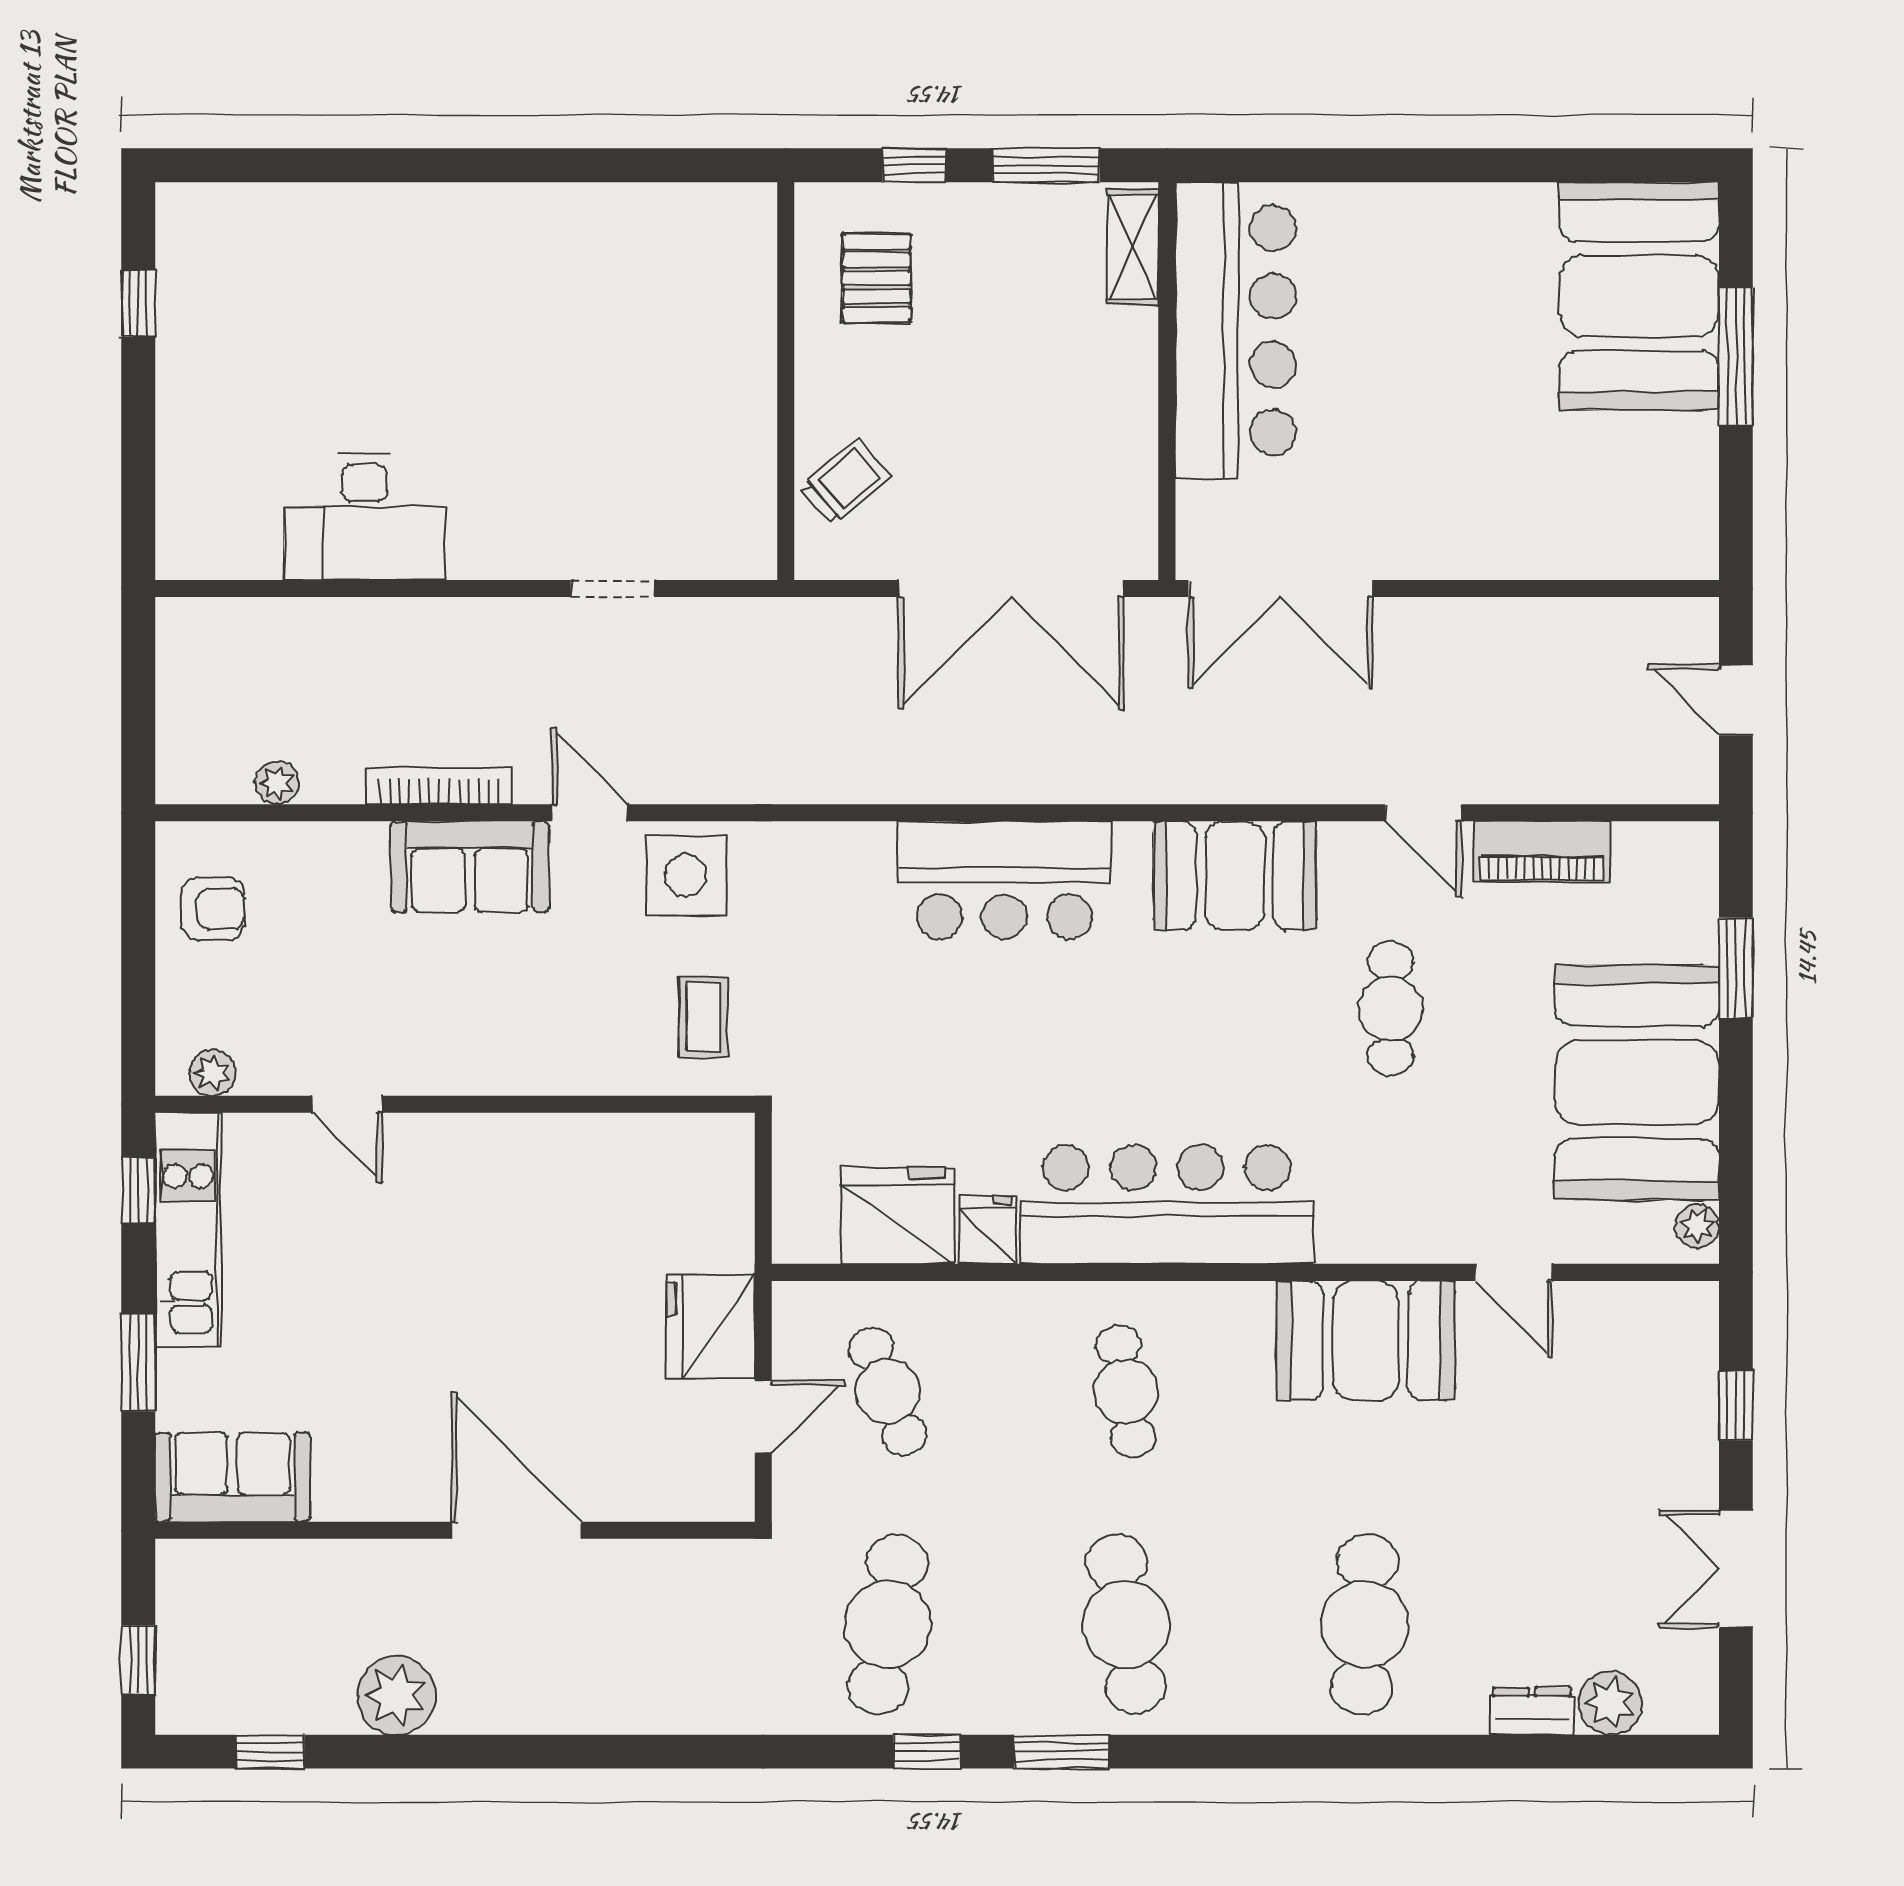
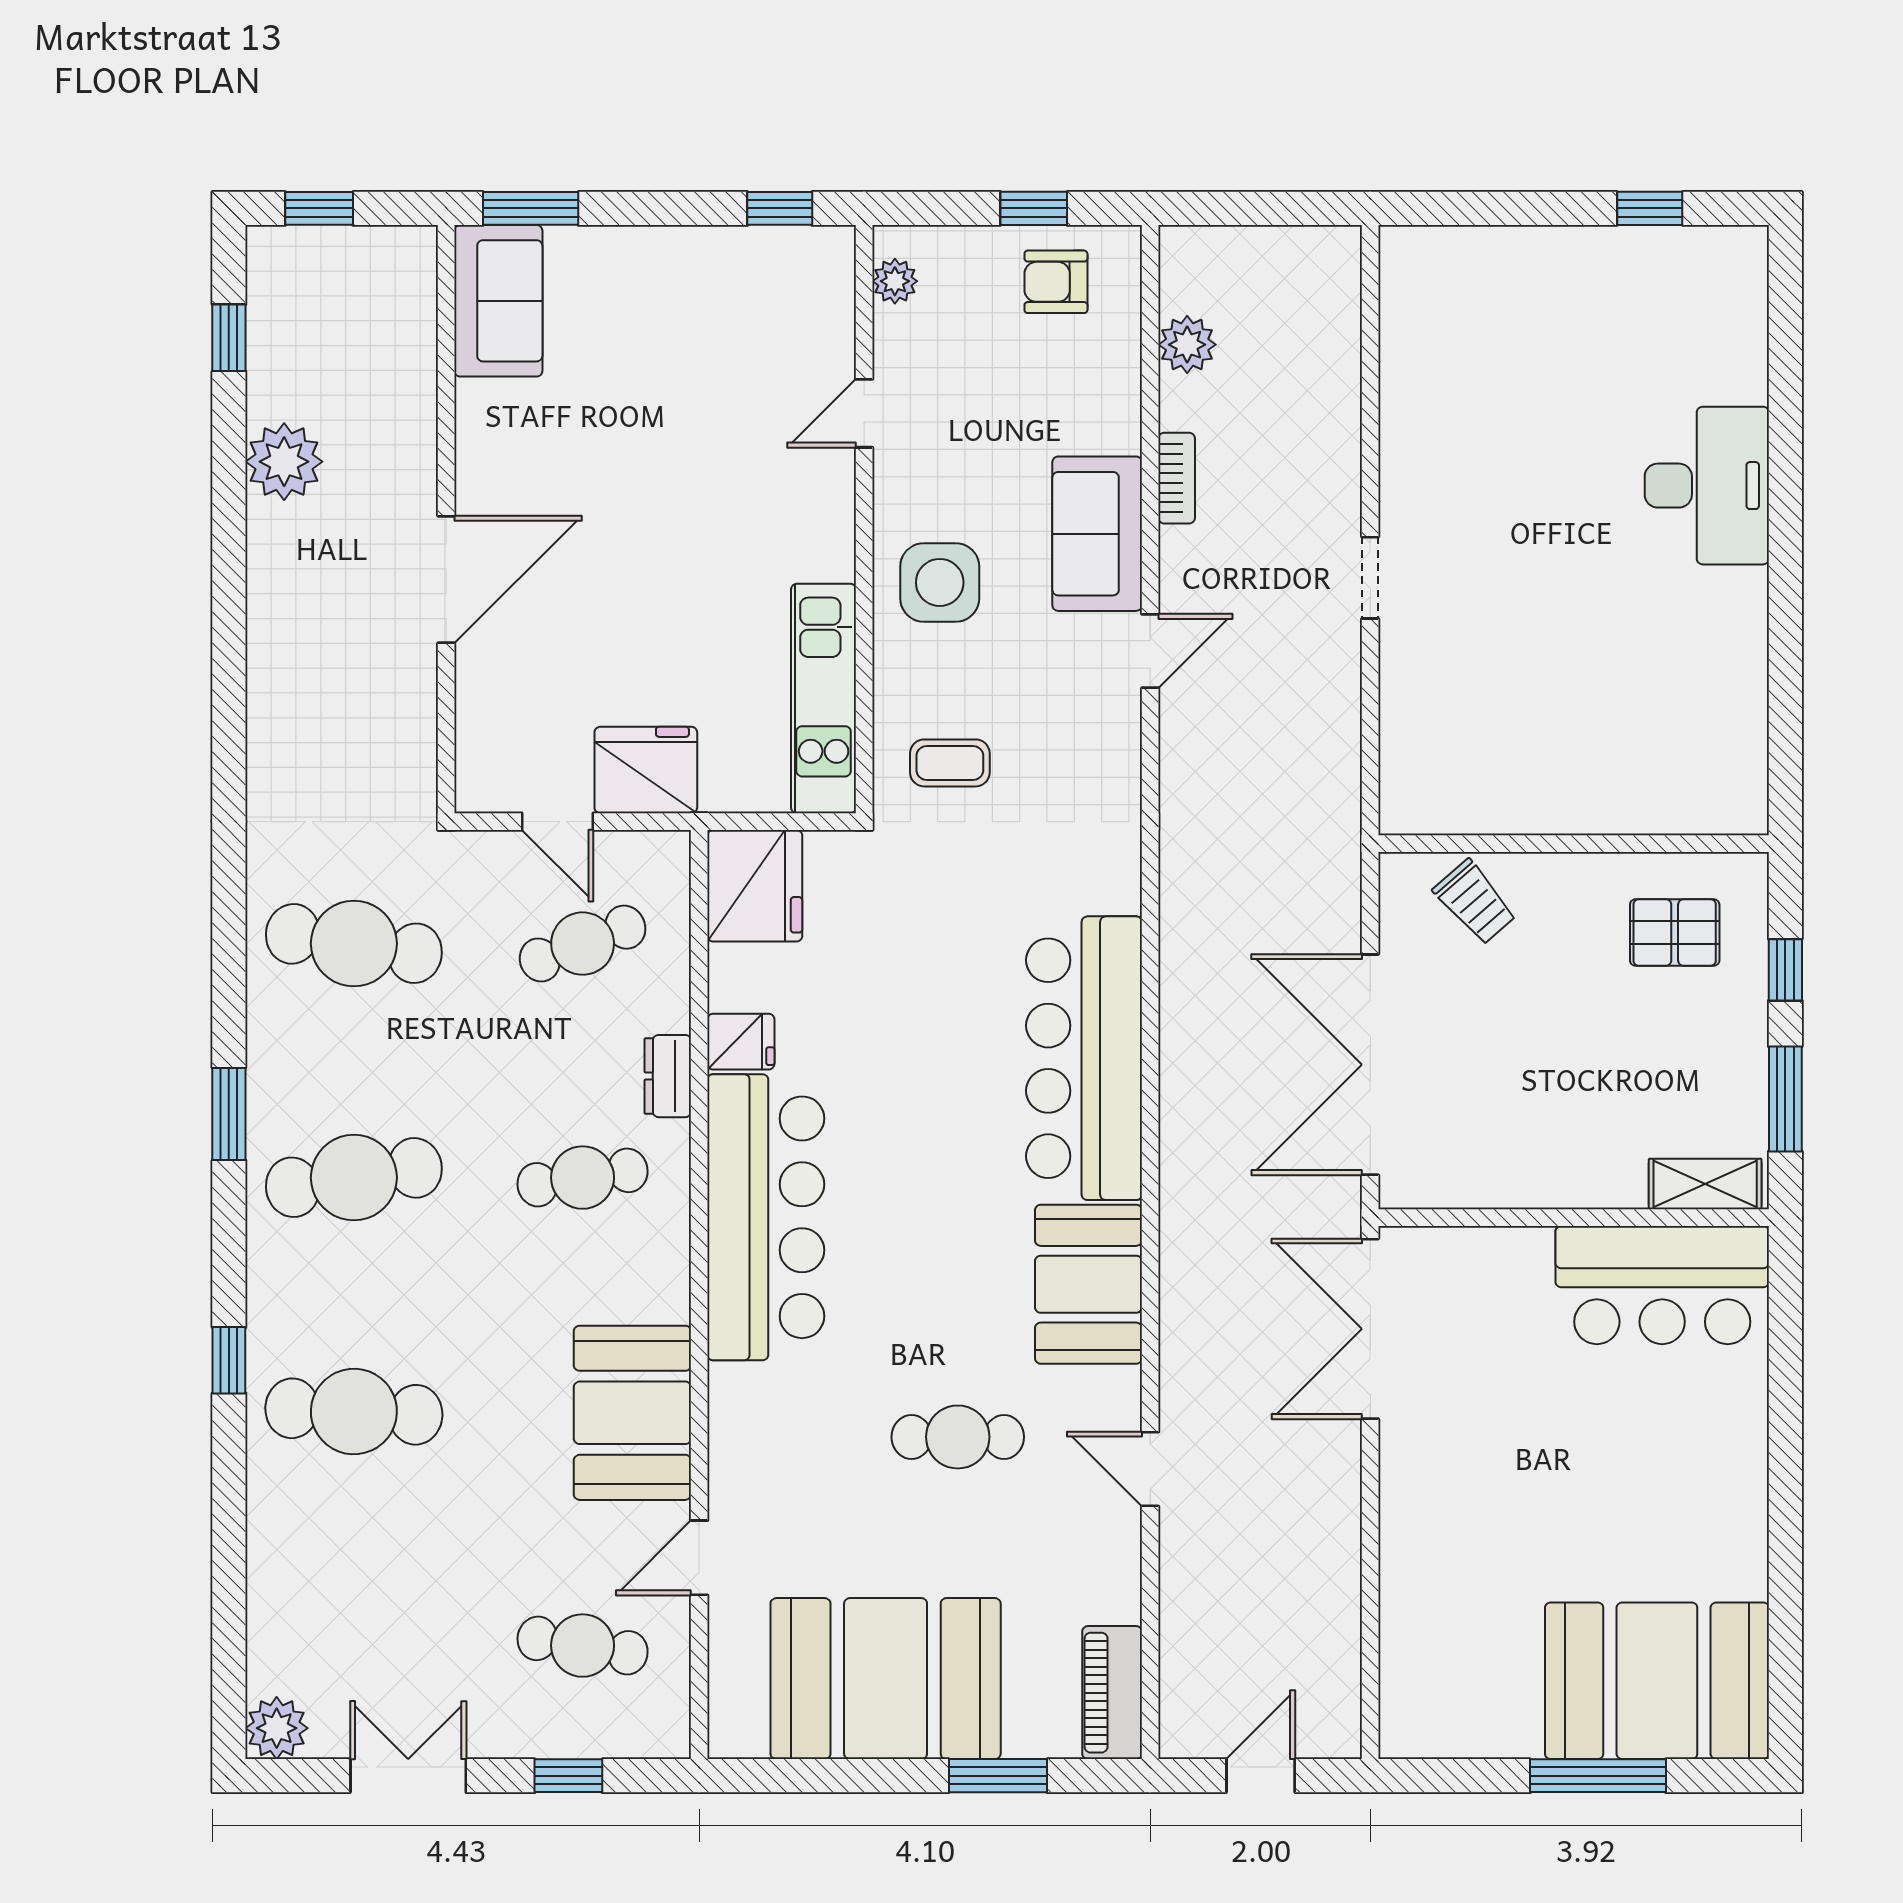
bar counter: (1236, 330) -> (1662, 1285), width x0.73
desk: (364, 517) -> (1707, 486), moved, turned 180
doorway: (612, 588) -> (1370, 578), moved
plant: (277, 783) -> (1187, 345), width x1.38, depth x1.38
bookcase: (439, 786) -> (1177, 478), width x0.64
door: (1423, 813) -> (1150, 1469), hinge flipped
piano: (1542, 851) -> (1112, 1693), moved
side table: (686, 875) -> (940, 582), moved
bar counter: (1004, 880) -> (1084, 1058), width x1.36
armchair: (213, 909) -> (1056, 282), turned 90
window: (138, 931) -> (1034, 208), added
fridge: (898, 1216) -> (755, 886), moved
plant: (1697, 1226) -> (745, 1738), removed
kitchen unit: (188, 1230) -> (824, 698), moved, turned 90
window: (138, 1363) -> (531, 208), moved
cafe table: (1603, 1391) -> (583, 1646), added
plant: (1610, 1703) -> (277, 1728), moved
dresser: (1532, 1711) -> (668, 1076), moved, turned 180
window: (927, 1752) -> (229, 1360), moved

